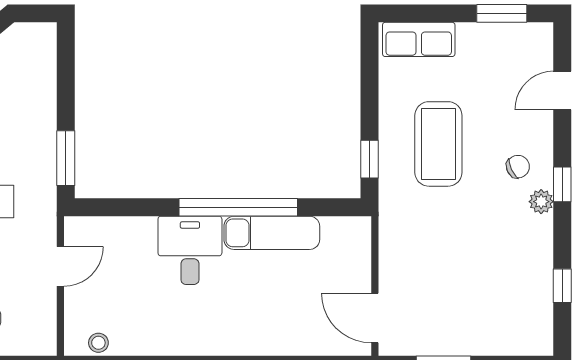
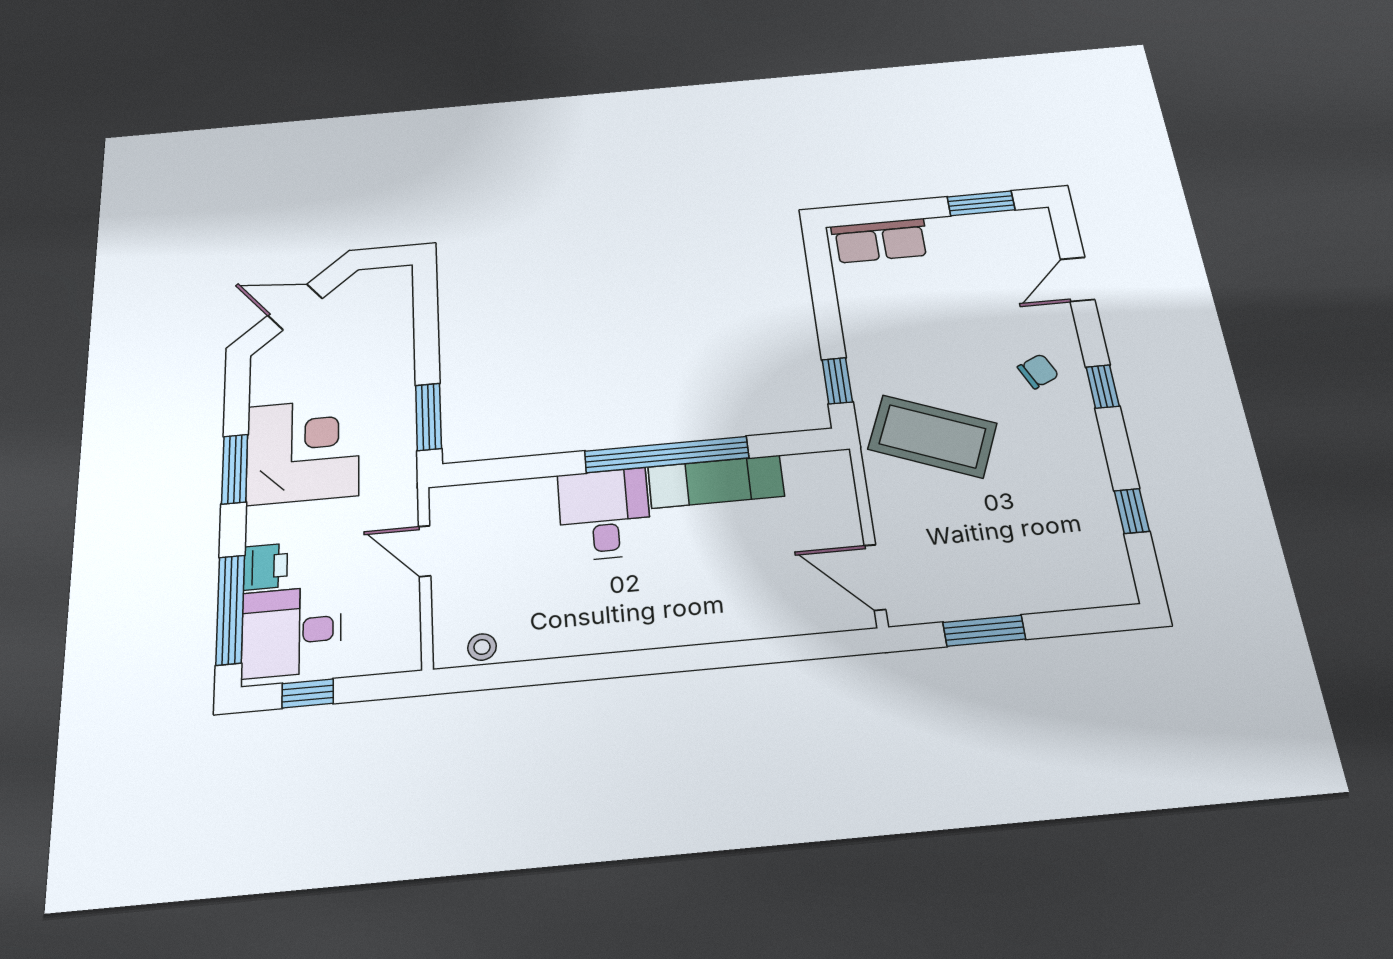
coffee table: (438, 144) -> (932, 436), moved, turned -68
plant: (541, 202) -> (1079, 410), removed
door: (60, 266) -> (425, 551), swing flipped

